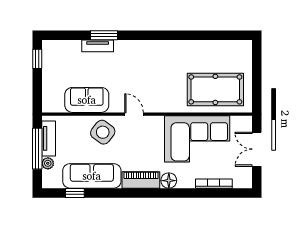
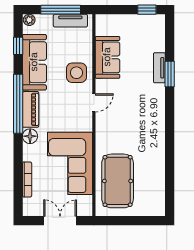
side table: (103, 132) -> (76, 73), turned -37
plant: (48, 163) -> (29, 20), moved
window: (135, 193) -> (18, 104), added

